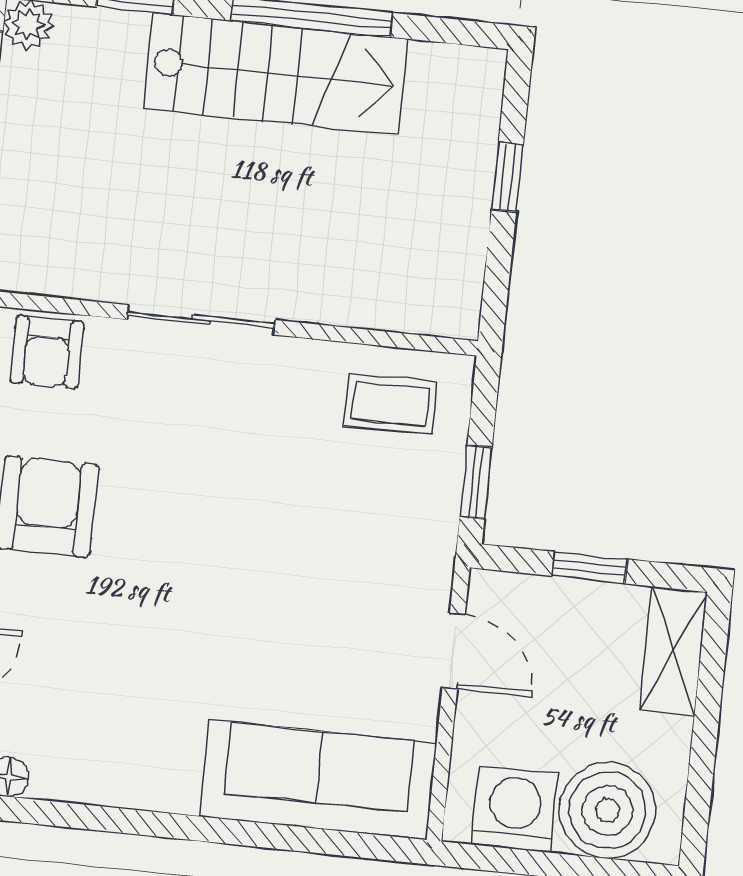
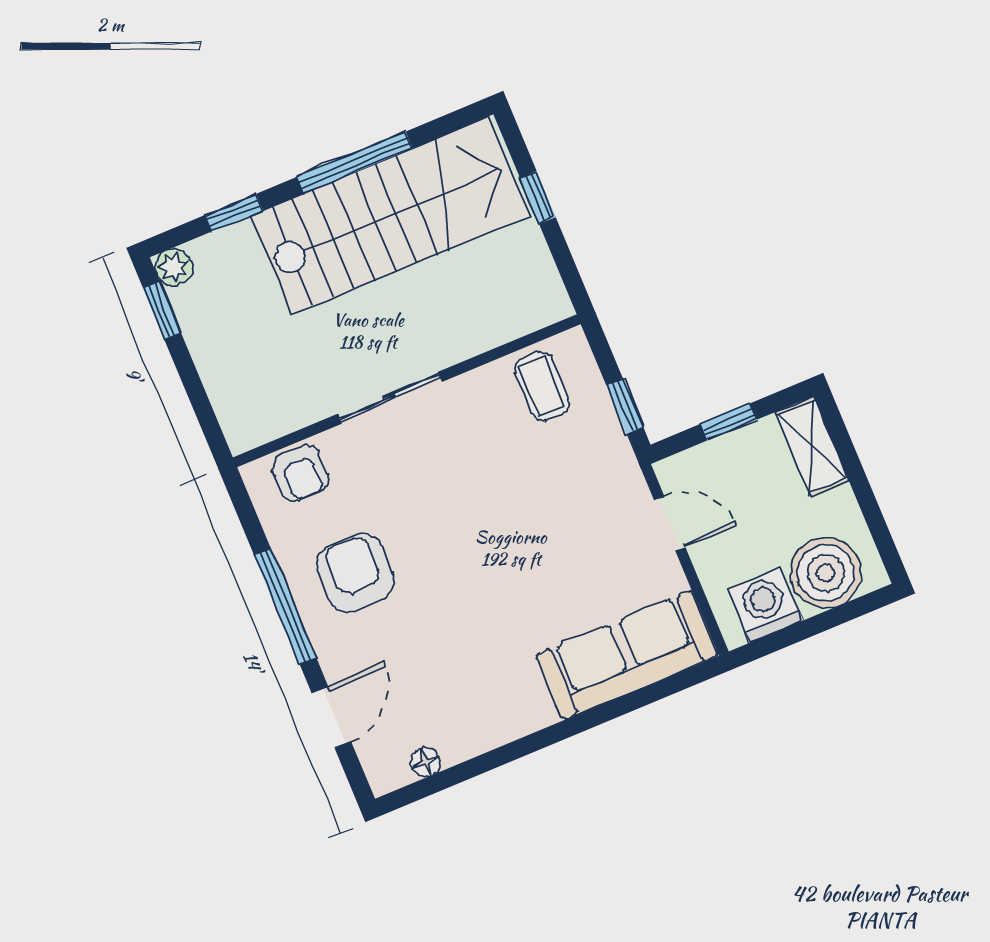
stairs: (276, 74) -> (390, 216), width x1.36, depth x1.51
coffee table: (390, 404) -> (542, 386), turned 90

